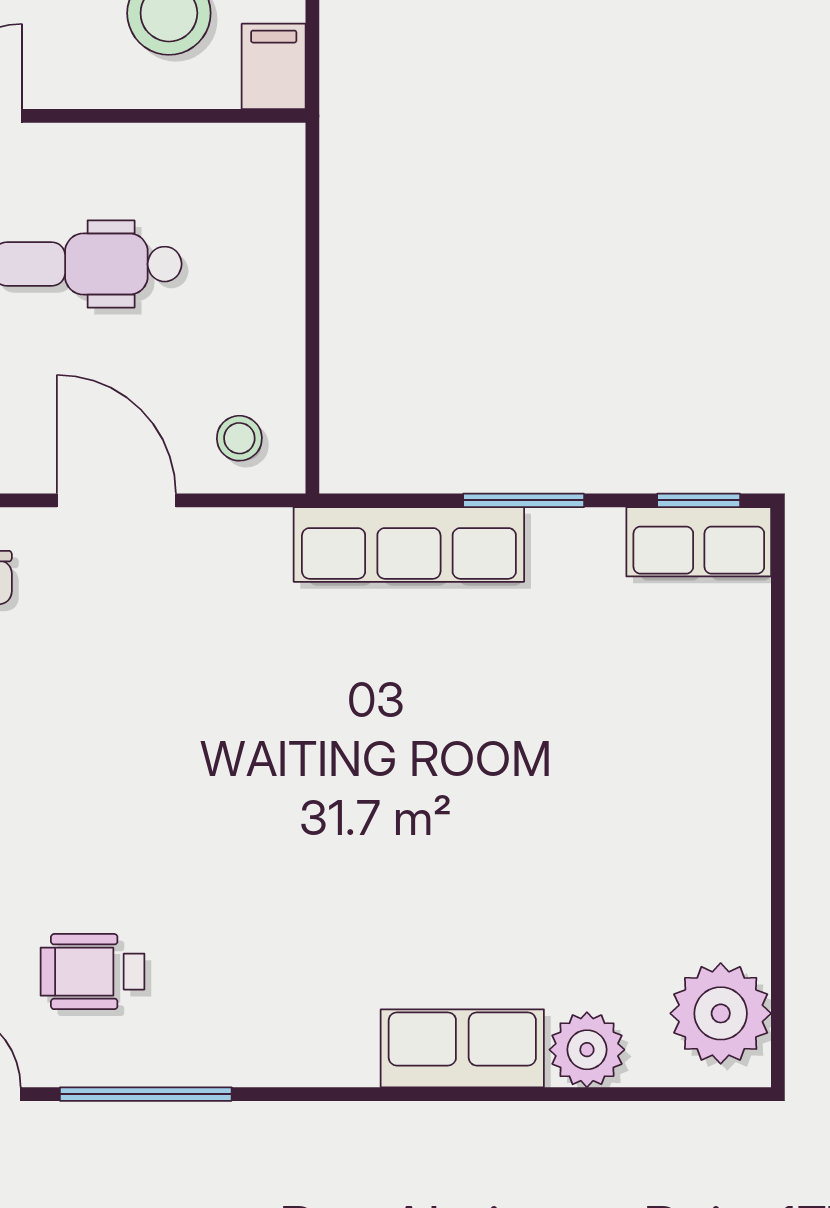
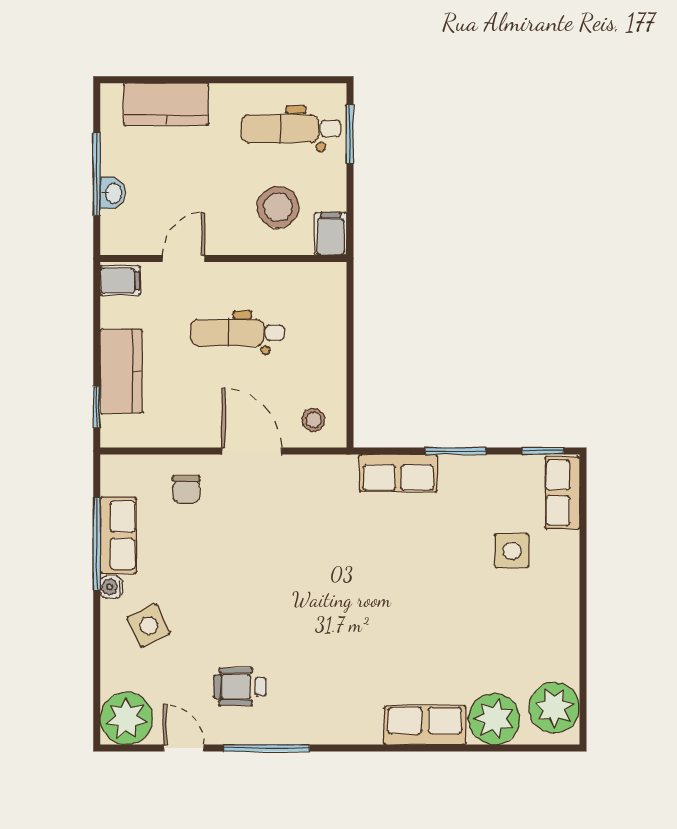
row of seats: (699, 542) -> (562, 493), moved, turned 90
row of seats: (409, 545) -> (398, 473), width x0.68
side table: (636, 700) -> (512, 551), added
plant: (587, 1050) -> (494, 719), width x1.36, depth x1.36

